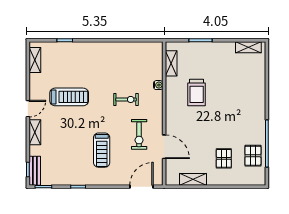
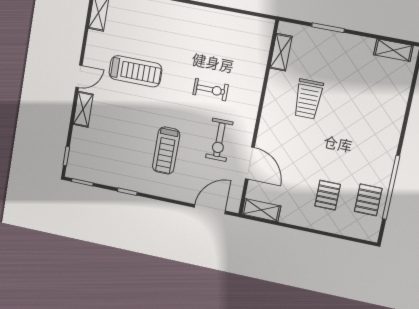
water cooler: (158, 85) -> (258, 79), removed
bench: (35, 171) -> (75, 160), removed
shelving: (193, 179) -> (261, 210), moved

